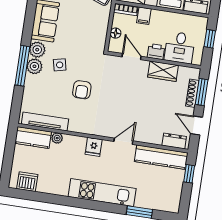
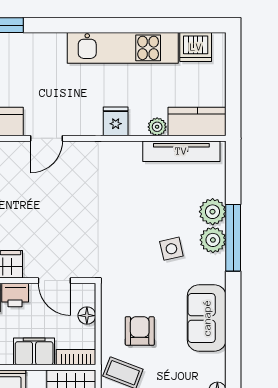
filing cabinet: (144, 16) -> (34, 351), width x2.00
plant: (37, 50) -> (213, 212), moved
armchair: (82, 90) -> (140, 331), moved
fridge: (94, 147) -> (116, 121), moved
kitchen unit: (102, 193) -> (123, 48), moved

